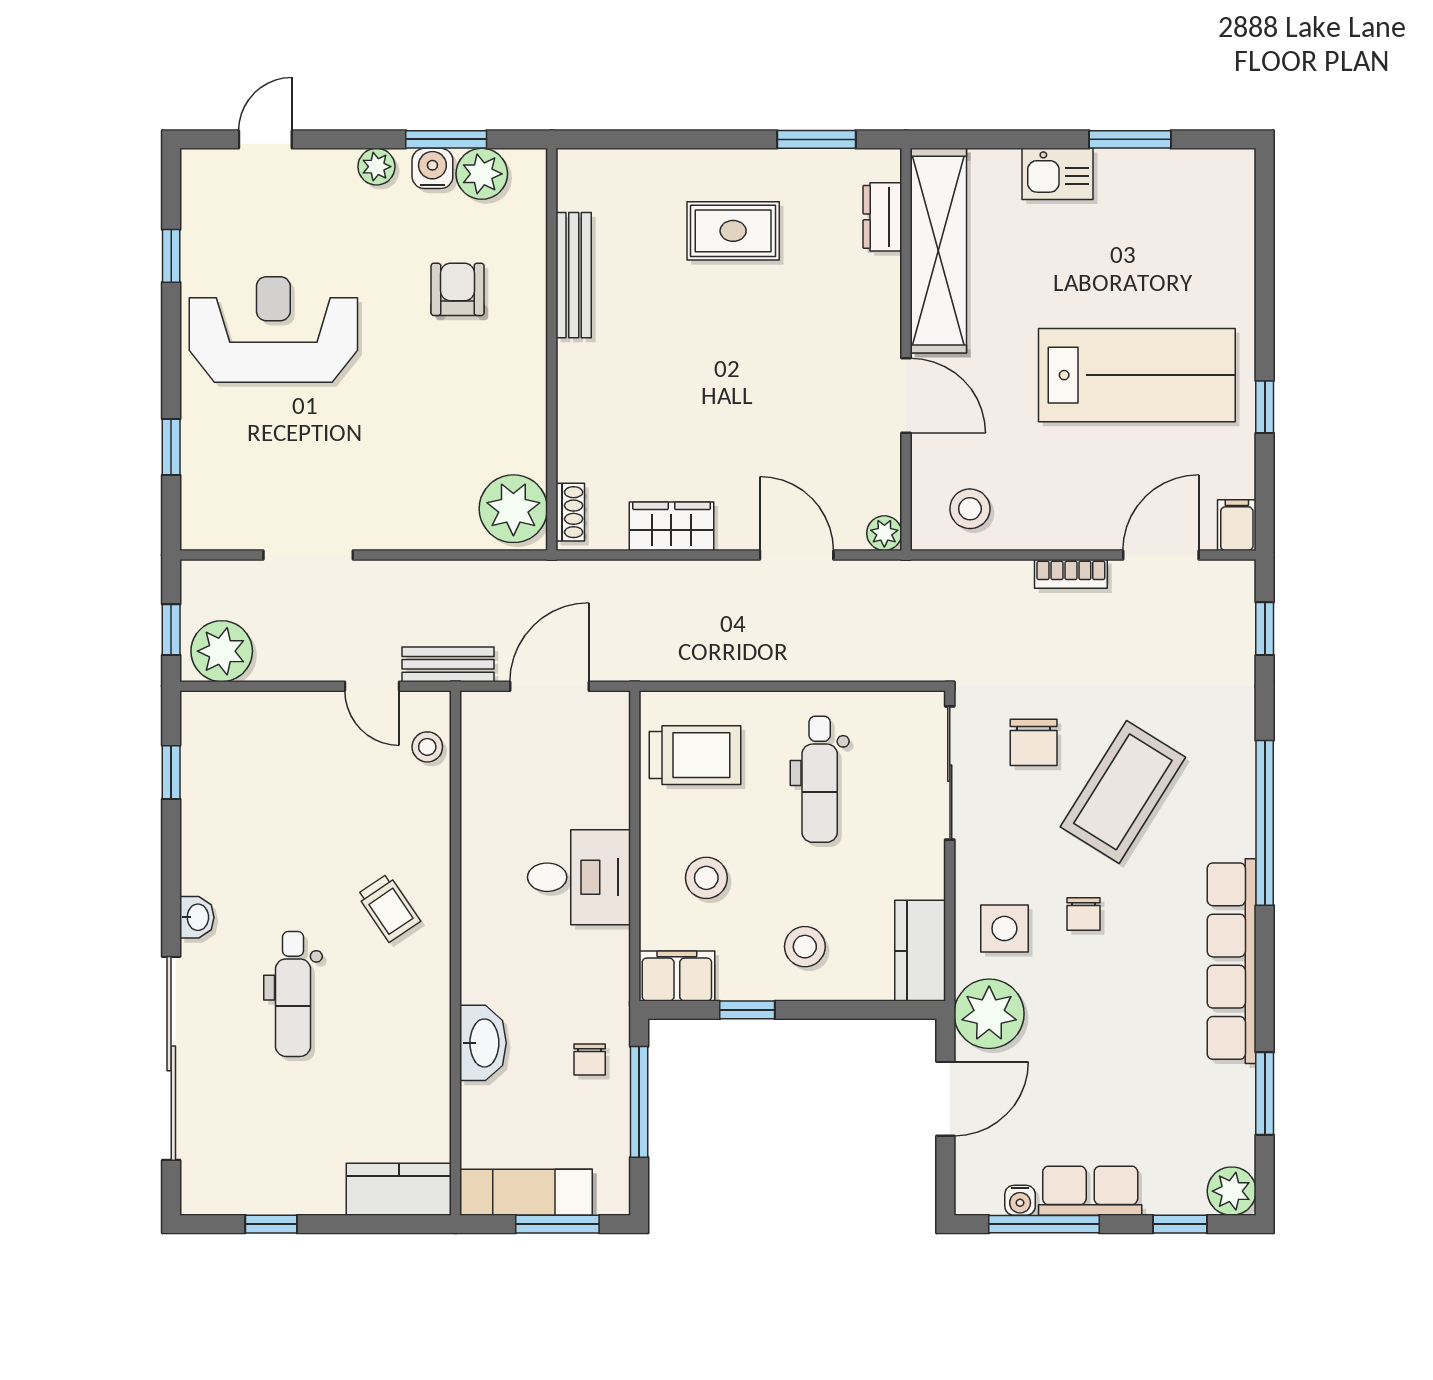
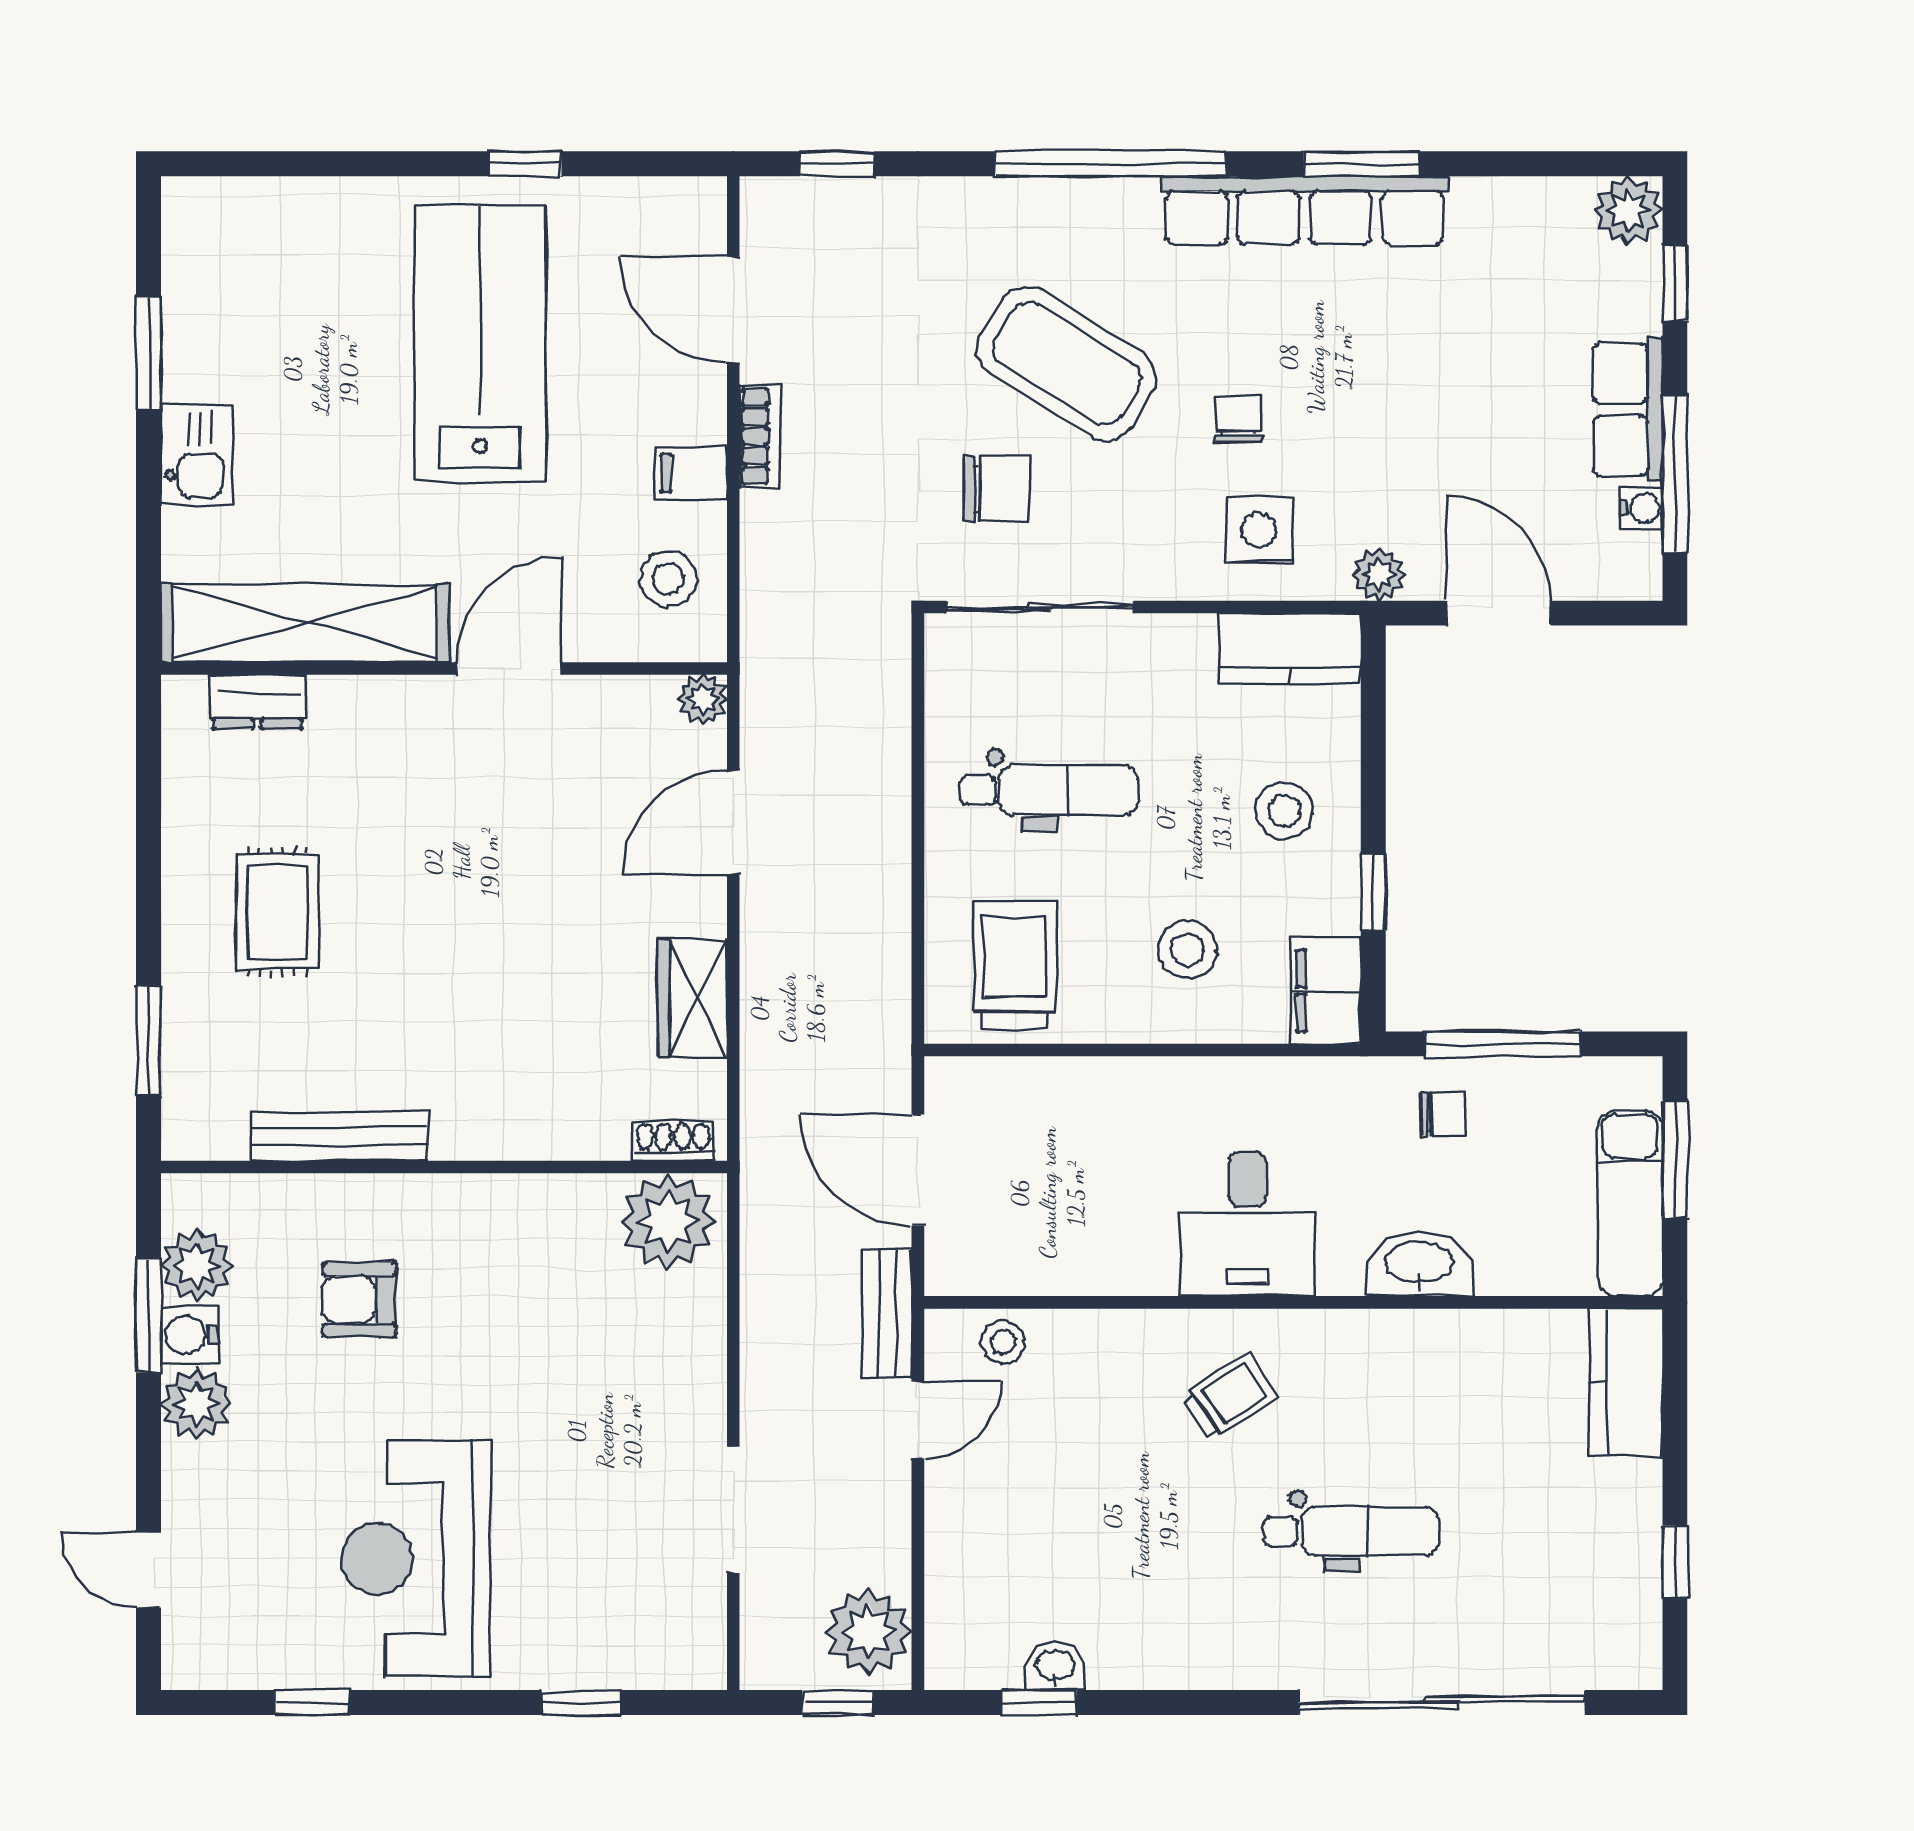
window: (817, 139) -> (148, 1041), moved
plant: (376, 167) -> (196, 1404), width x1.38, depth x1.38
filing cabinet: (1237, 525) -> (691, 473), moved
desk: (579, 877) -> (1247, 1224), moved, turned 180
chair: (1083, 914) -> (1238, 419), turned -90
washbasin: (197, 917) -> (1055, 1666), moved
plant: (989, 1014) -> (1379, 575), width x0.53, depth x0.53
window: (1265, 1093) -> (1362, 164), moved

